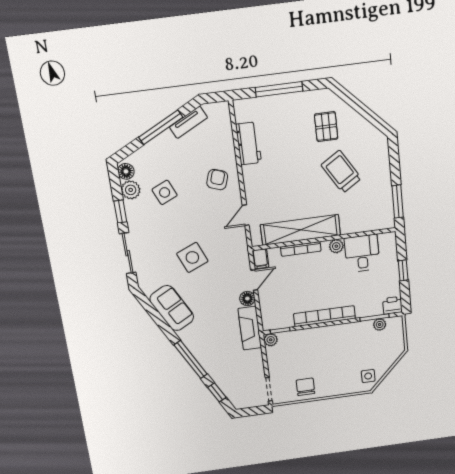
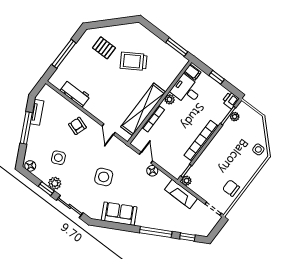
plant: (131, 190) -> (55, 183), moved
filing cabinet: (260, 259) -> (193, 72), moved
fireplace: (250, 328) -> (181, 194), moved

